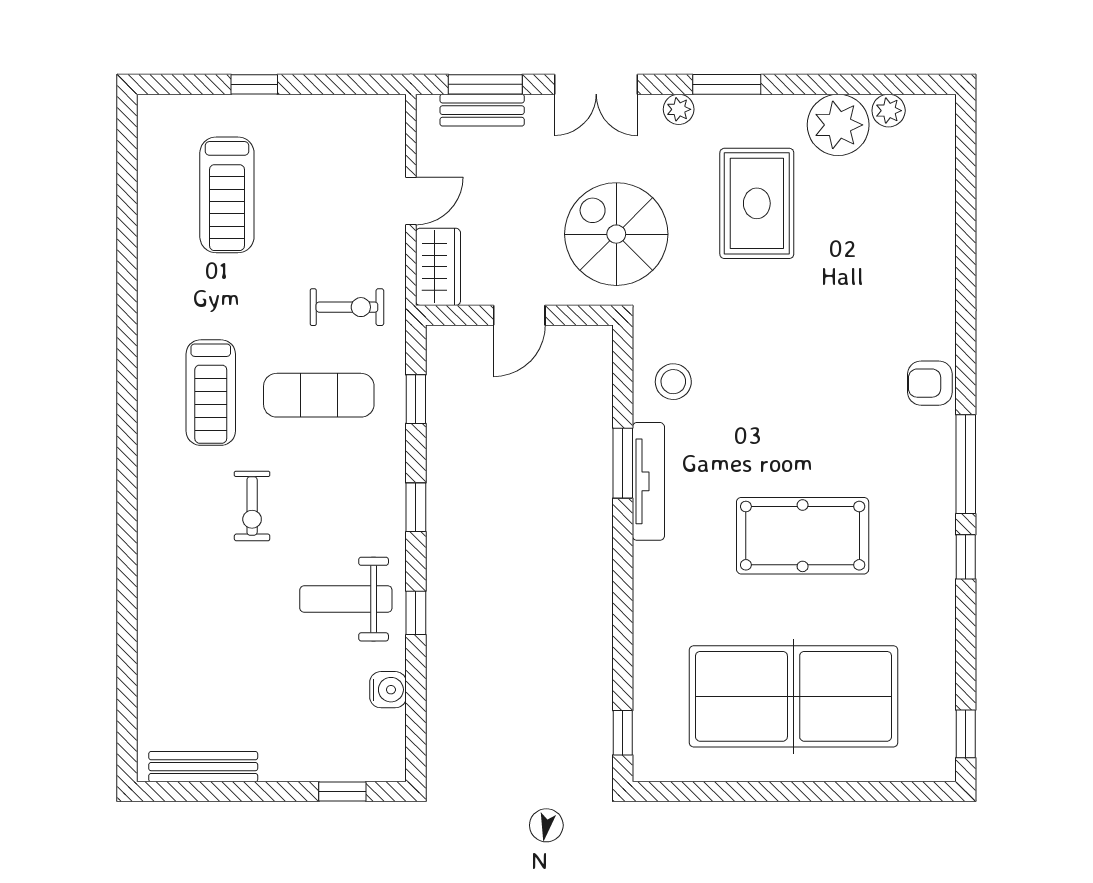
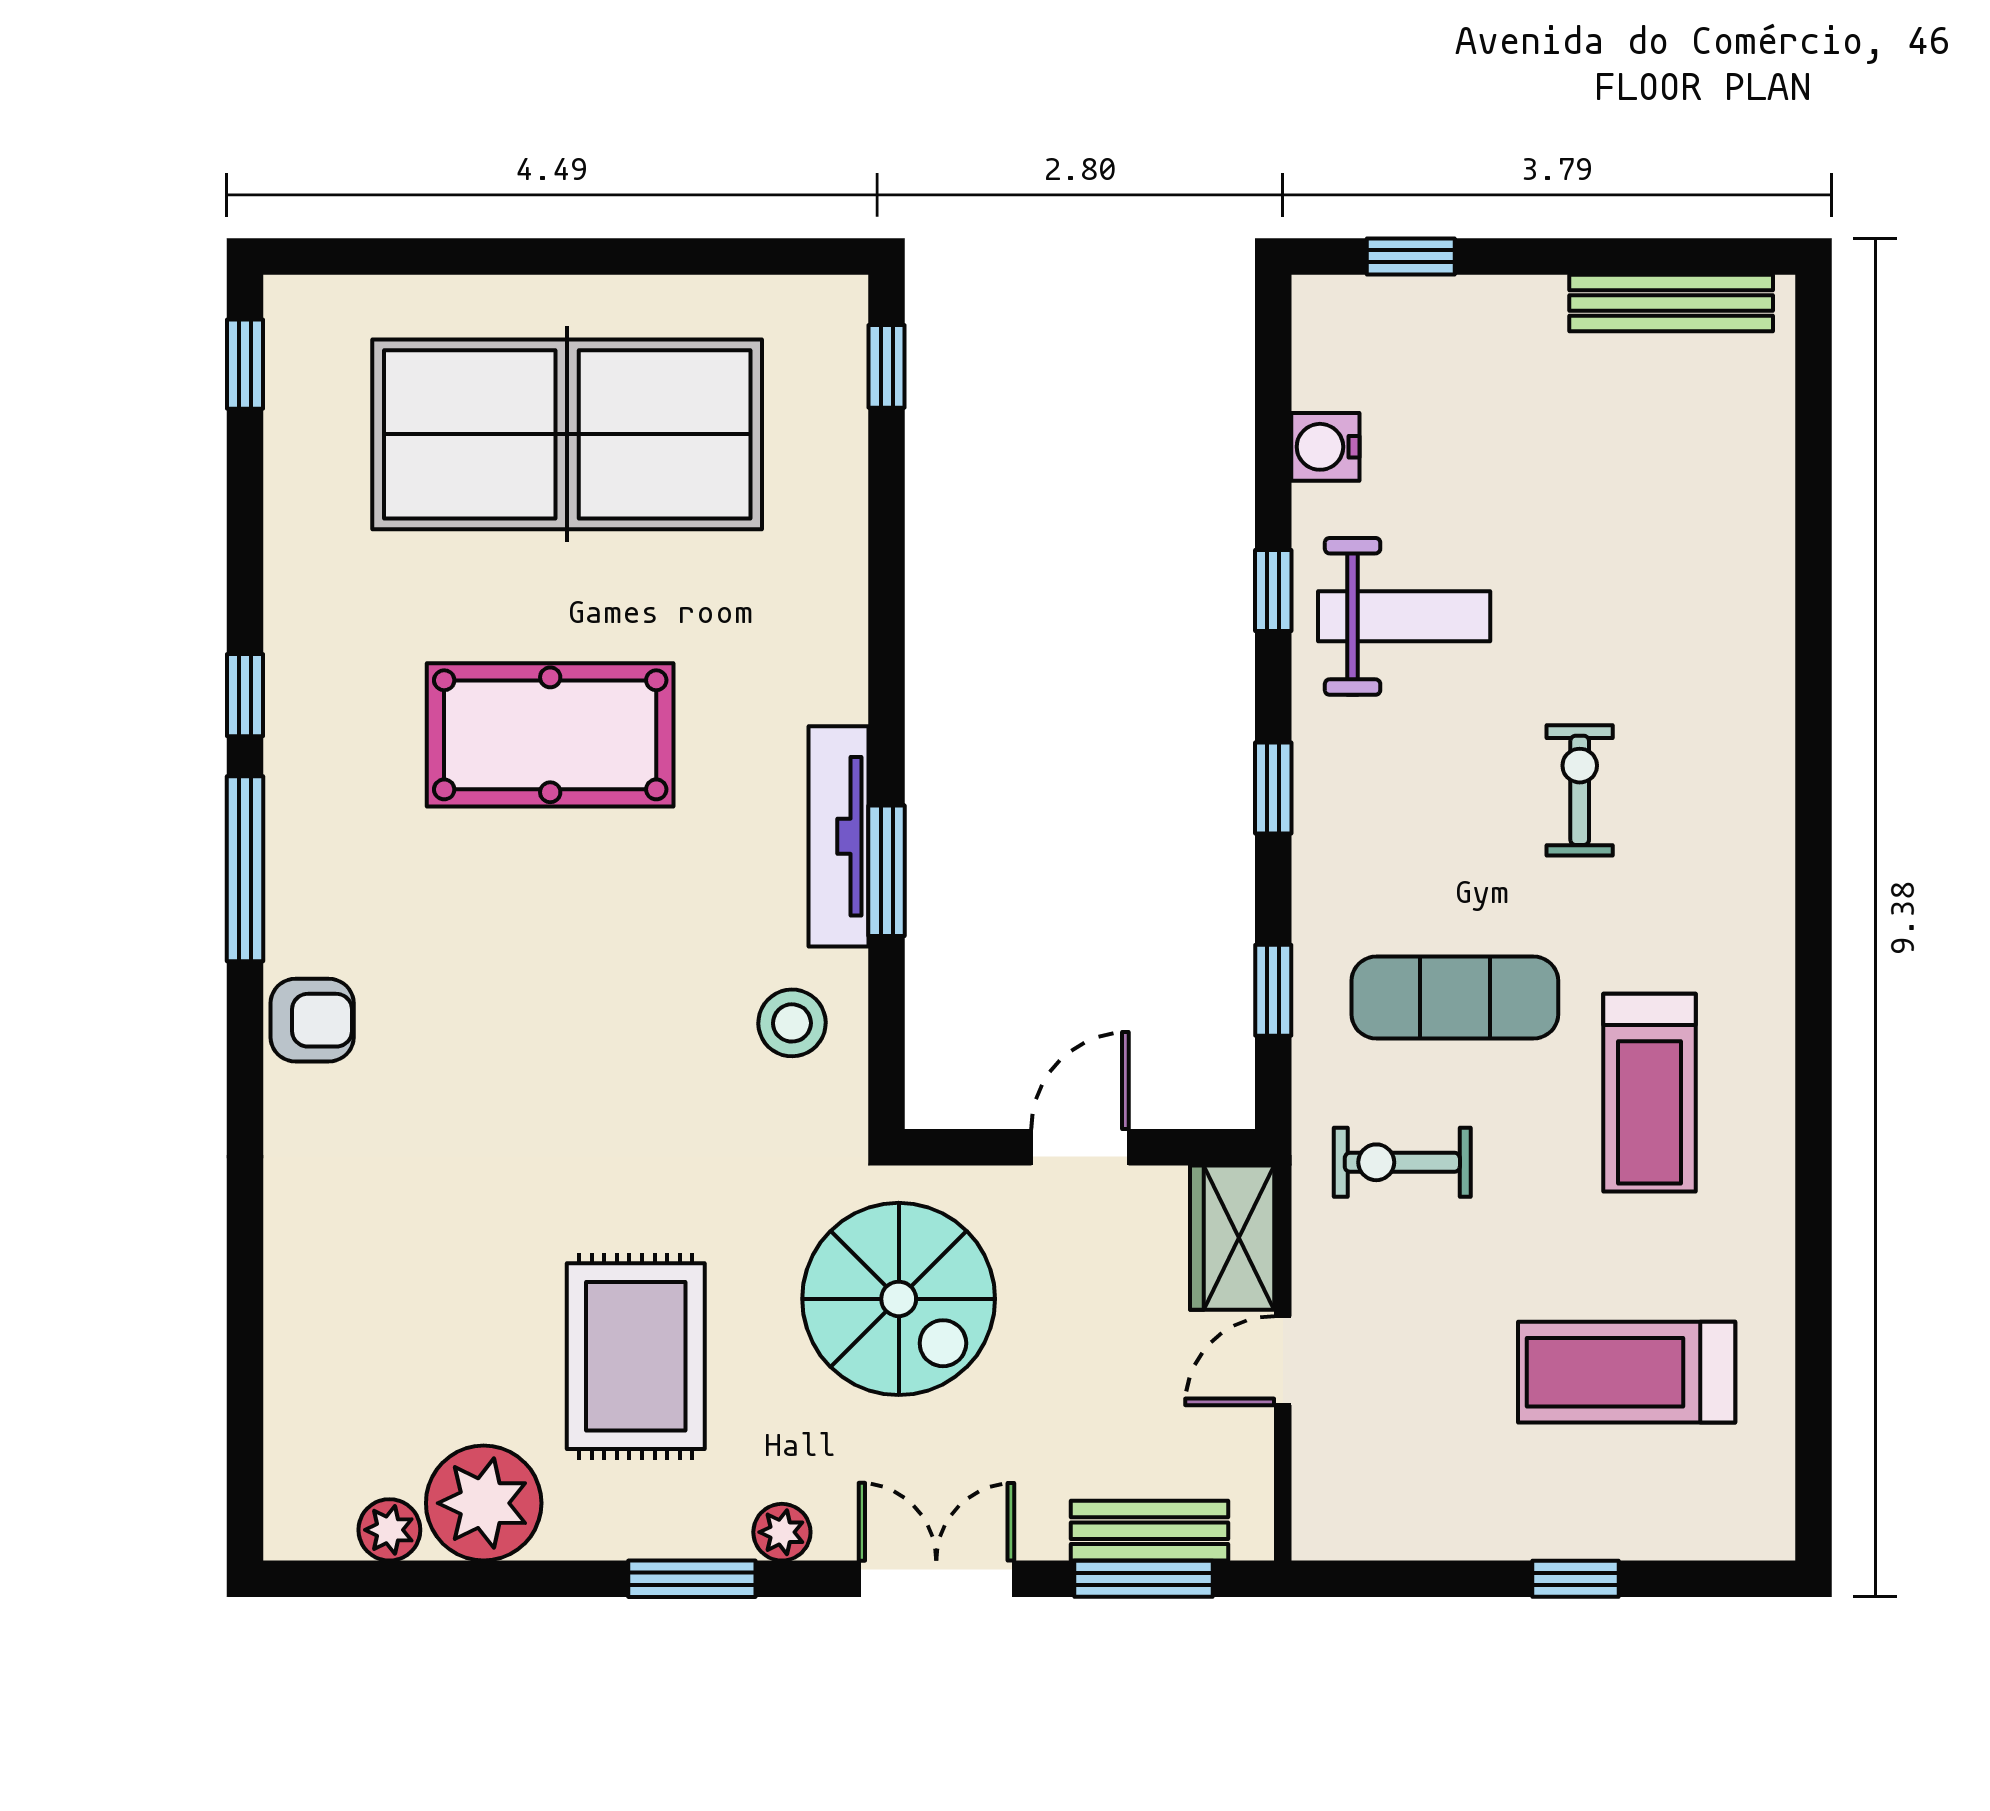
treadmill: (227, 195) -> (1627, 1372), turned -90
treadmill: (211, 393) -> (1649, 1093), moved, turned 180

